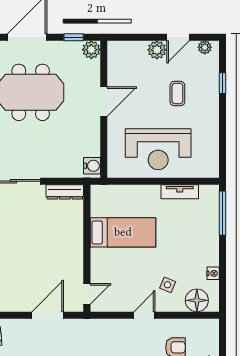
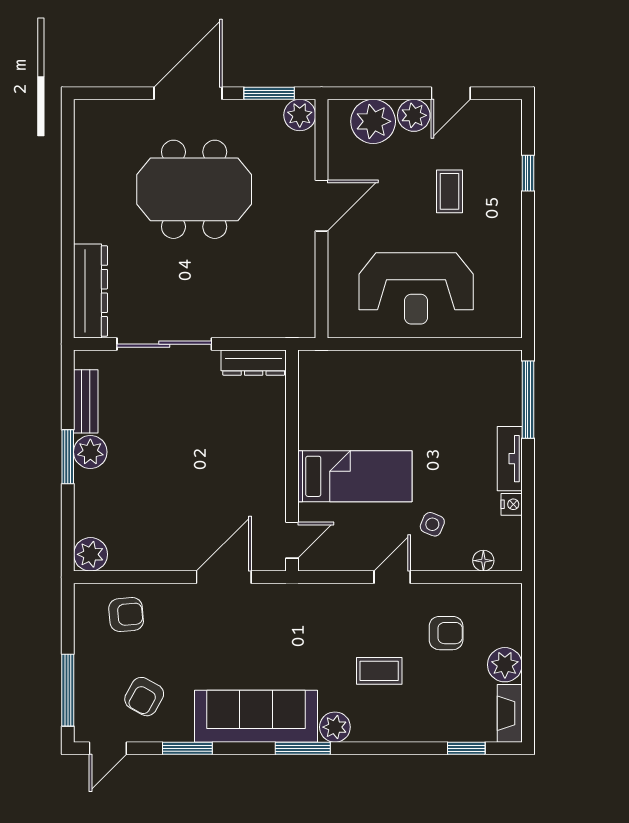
window: (74, 37) -> (269, 93), width x1.50
plant: (205, 47) -> (373, 121), moved, width x1.88, depth x1.88
water cooler: (92, 166) -> (301, 317), removed
tv unit: (180, 192) -> (510, 459), moved, turned 90
bed: (123, 232) -> (355, 476), moved
floor lamp: (197, 300) -> (483, 561), width x0.53, depth x0.53

